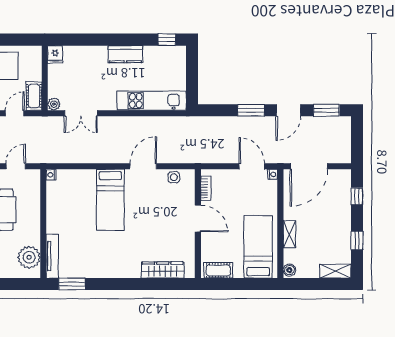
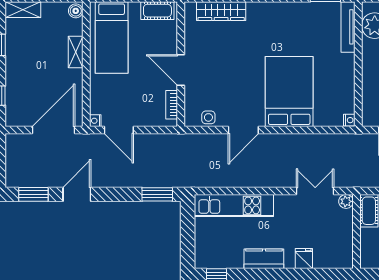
fridge: (55, 54) -> (304, 258), moved
window: (251, 110) -> (157, 194), moved
bed: (110, 200) -> (289, 91), width x1.50

